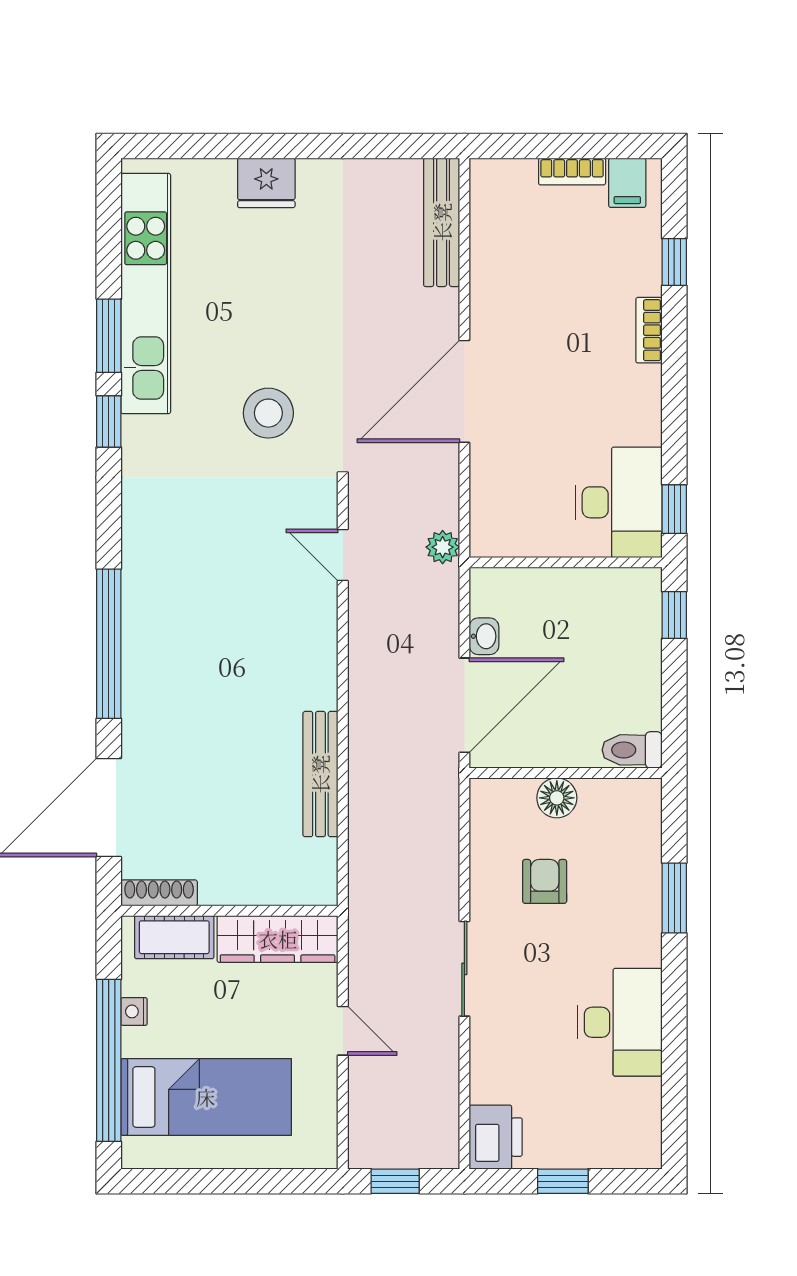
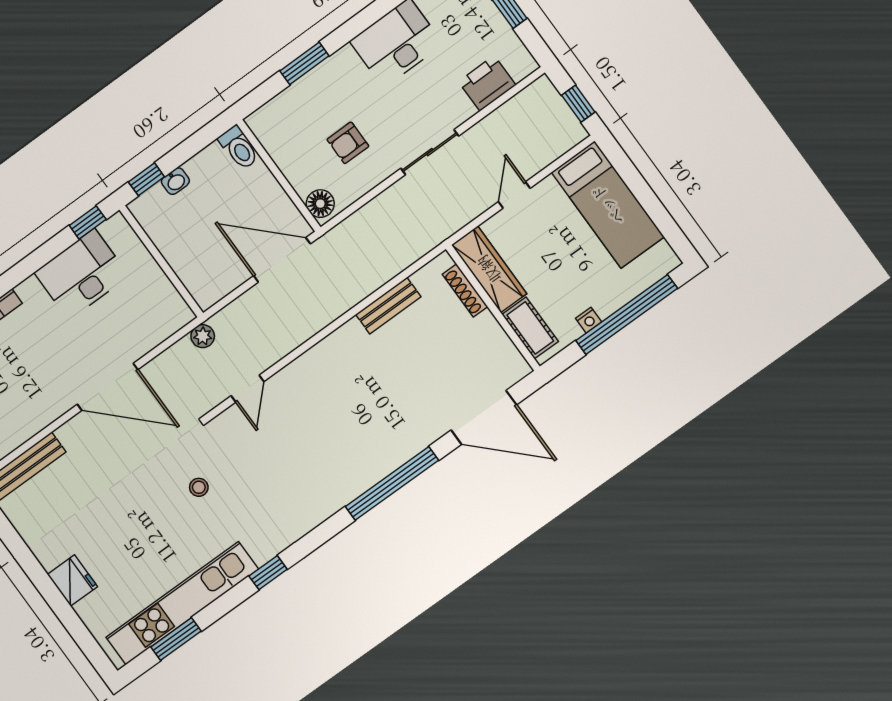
window: (109, 336) -> (176, 639), moved
stool: (268, 413) -> (199, 487), width x0.53, depth x0.53
desk: (619, 502) -> (82, 274), moved
washbasin: (484, 636) -> (175, 181), moved, turned 180
bench: (320, 774) -> (388, 306), width x0.73
floor lamp: (557, 798) -> (320, 204), moved
shoe rack: (159, 893) -> (465, 291), moved
bed: (206, 1097) -> (608, 205), moved, turned 180
printer: (496, 1137) -> (487, 83), moved

